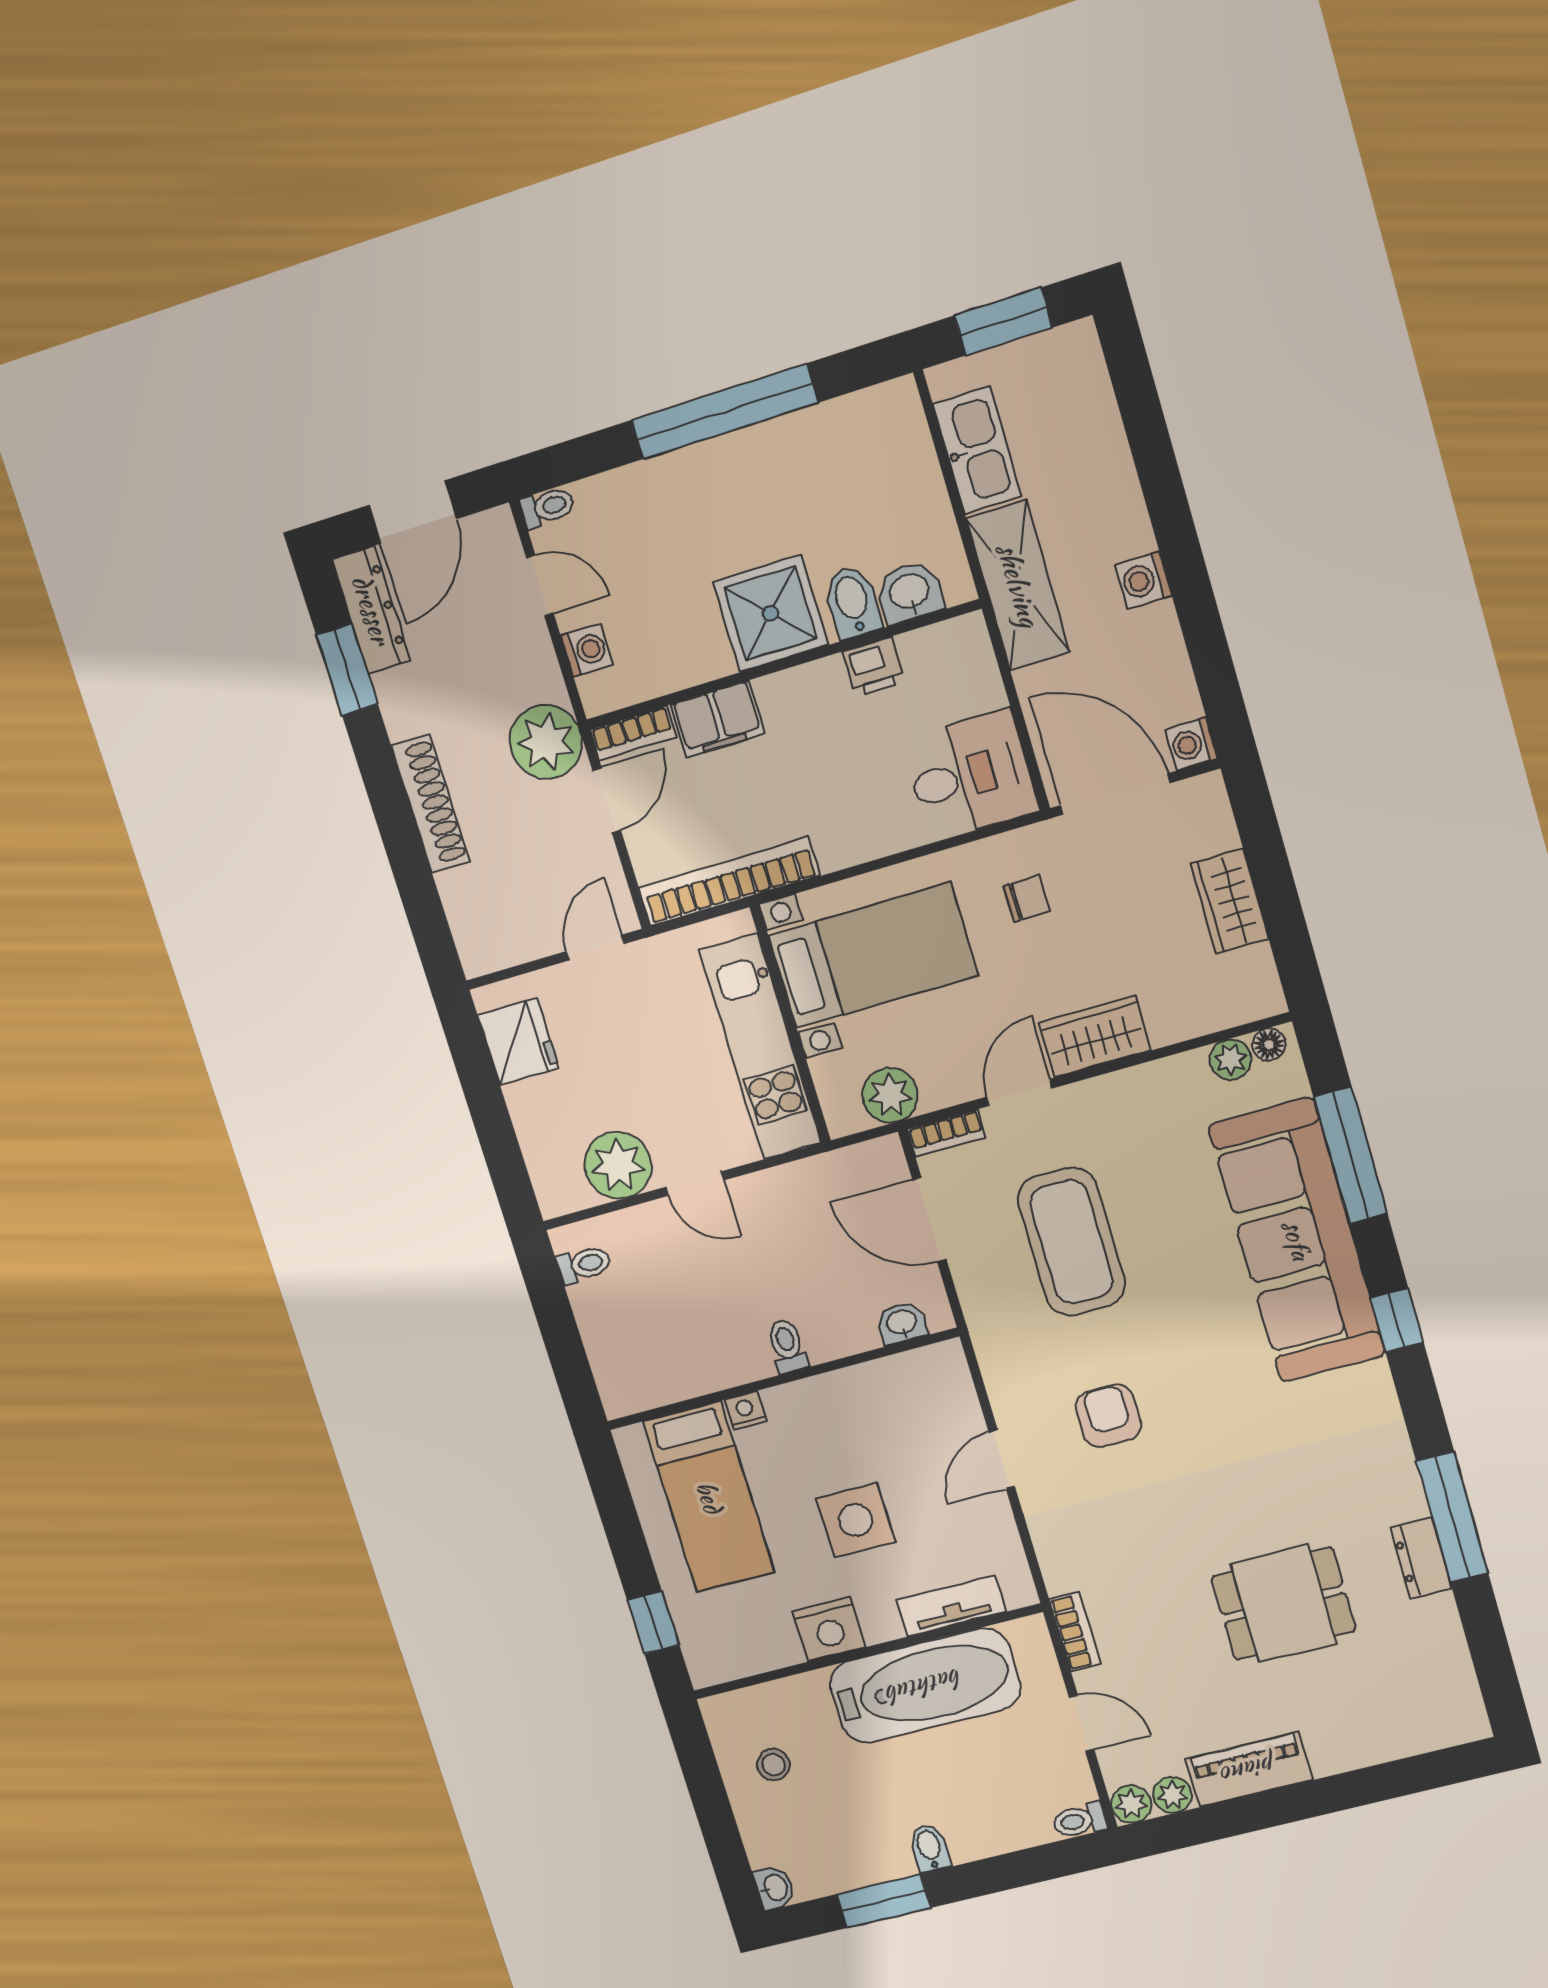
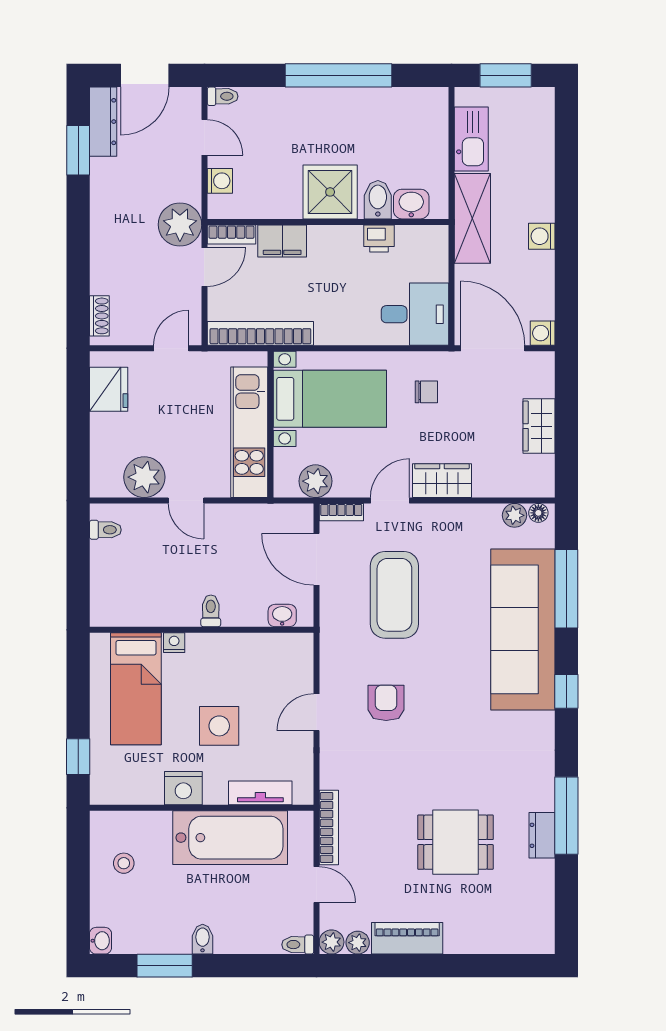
shoe rack: (430, 804) -> (99, 316), moved, width x0.51, depth x0.81
bookcase: (1075, 1632) -> (329, 827), width x1.56

